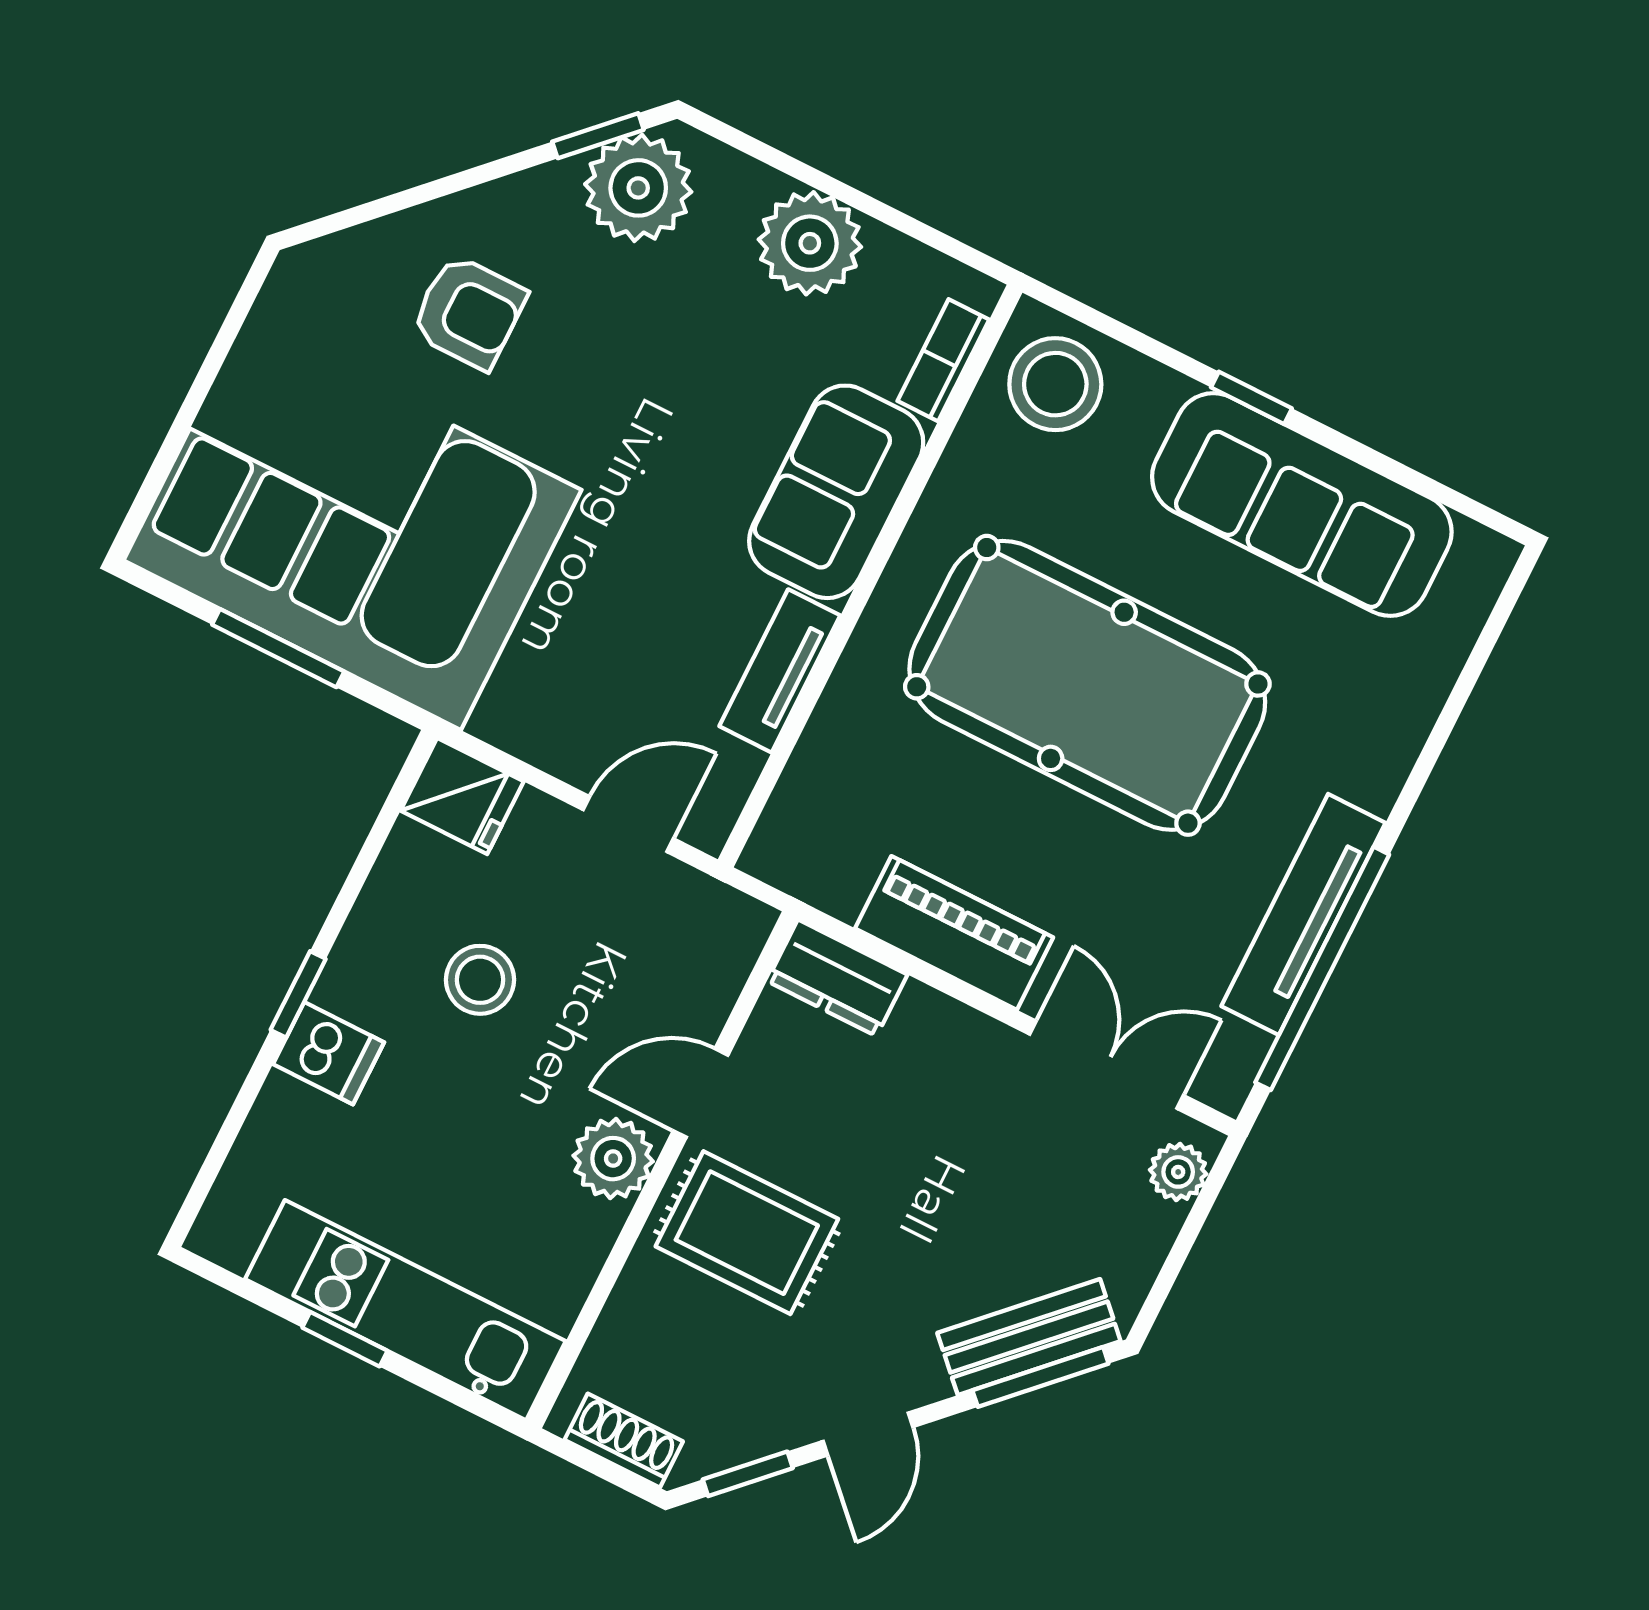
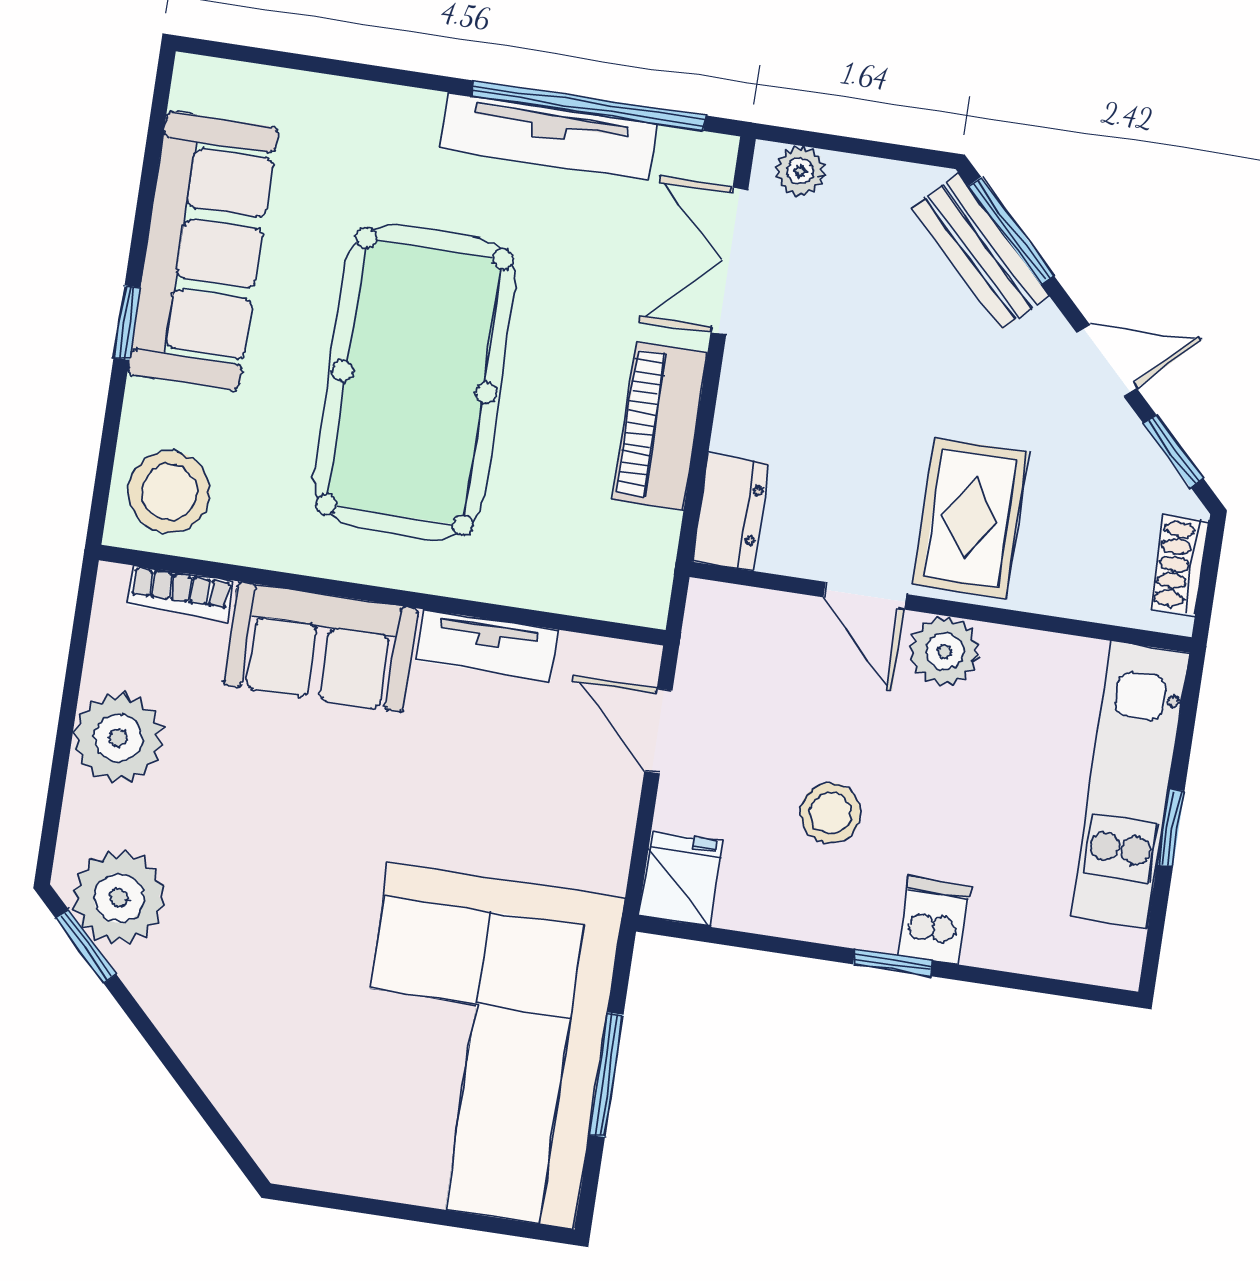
armchair: (468, 312) -> (270, 1007), removed

